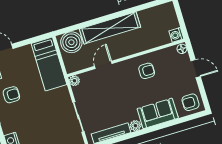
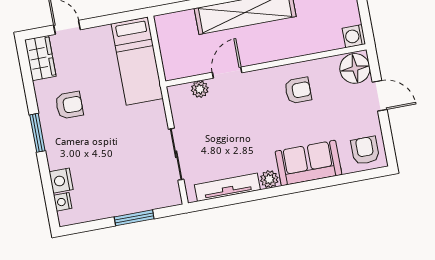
boiler: (71, 42) -> (178, 29), removed
floor lamp: (182, 49) -> (355, 68), width x1.89, depth x1.89
plant: (74, 81) -> (200, 89), moved
armchair: (191, 102) -> (365, 150), turned 90

